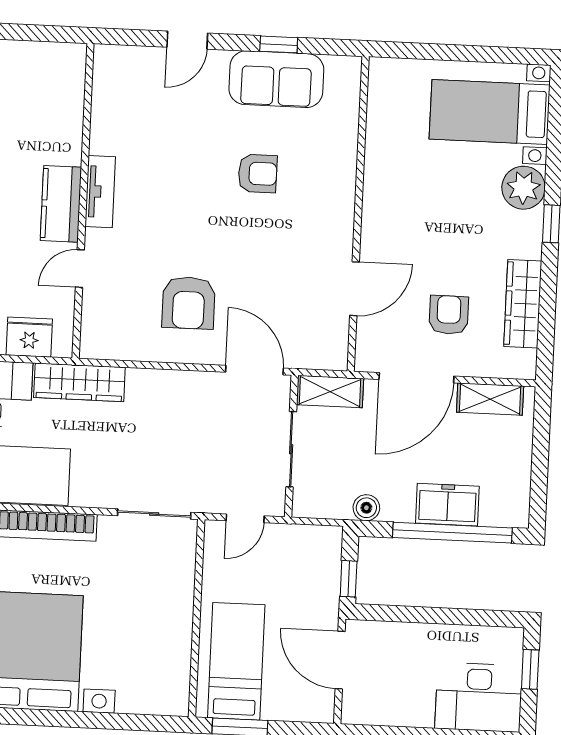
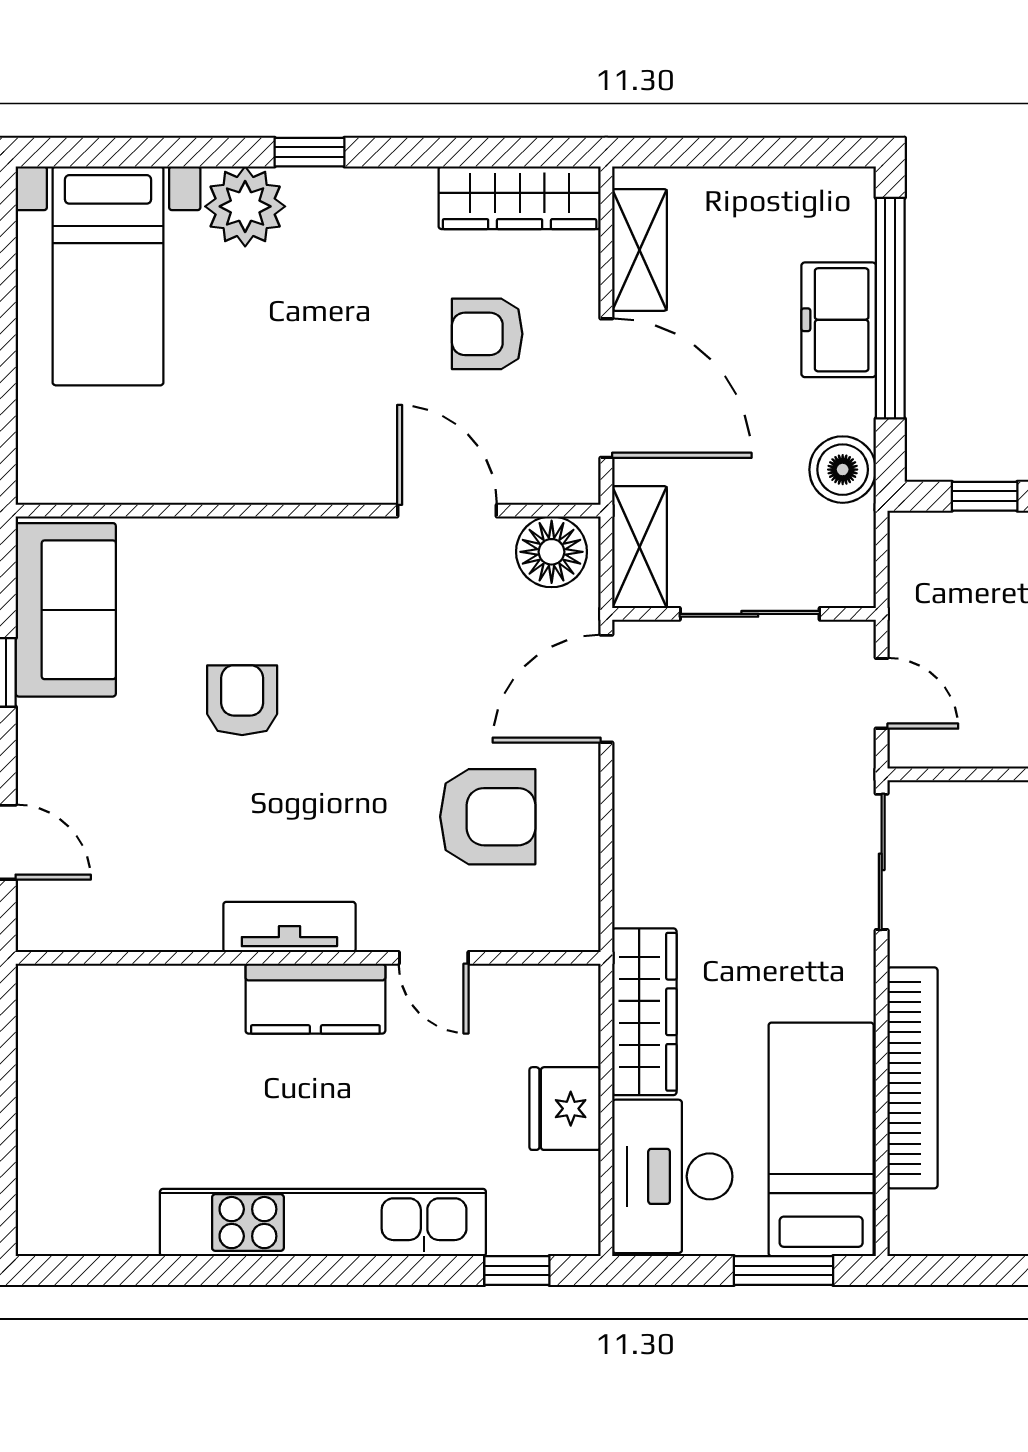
sofa: (276, 79) -> (66, 610), moved
tv unit: (100, 192) -> (289, 927), moved
wall: (83, 201) -> (308, 958), moved
kitchen counter: (61, 204) -> (315, 999), moved
door: (80, 269) -> (434, 958), moved
wardrobe: (523, 304) -> (520, 198), moved
floor lamp: (330, 344) -> (552, 552), added
boiler: (366, 508) -> (843, 470), width x1.36, depth x1.36

